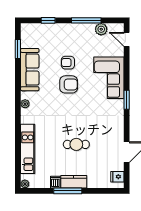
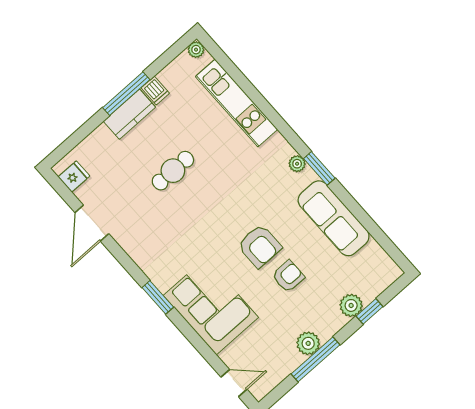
plant: (53, 29) -> (351, 305), added
plant: (101, 29) -> (308, 343), moved
window: (18, 49) -> (319, 168), moved
armchair: (69, 84) -> (259, 246), turned -90

